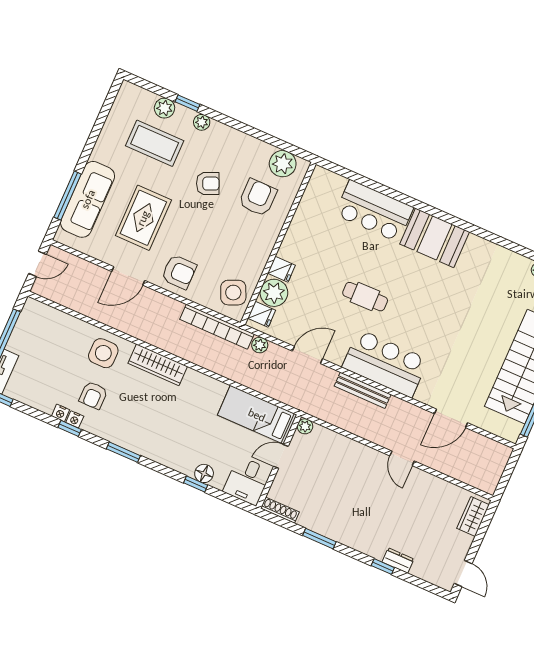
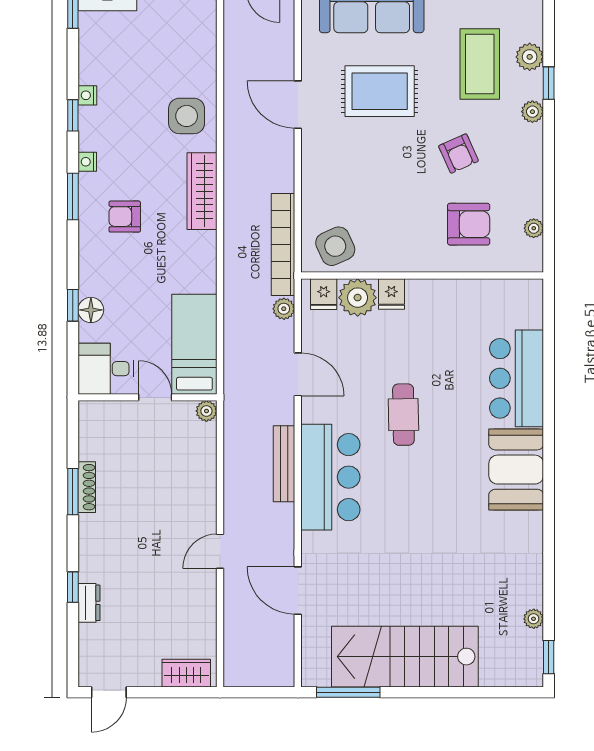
plant: (283, 164) -> (534, 228), width x0.53, depth x0.53
armchair: (179, 272) -> (331, 166), removed
armchair: (93, 395) -> (125, 217), moved
nightstand: (75, 419) -> (87, 162), moved
shoe rack: (280, 510) -> (87, 487), moved

